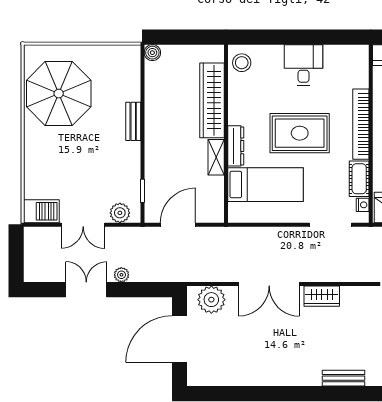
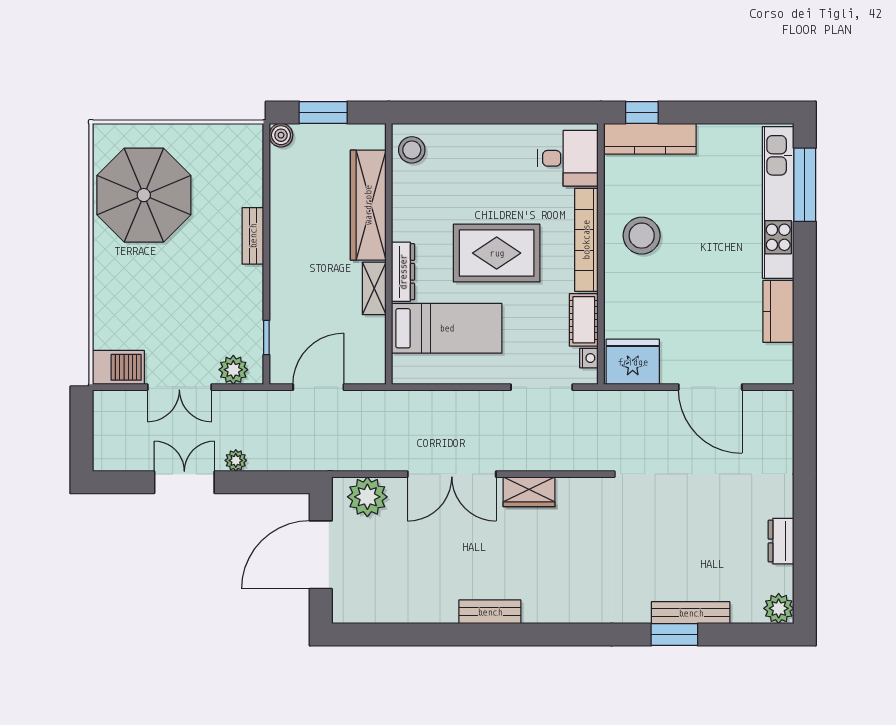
window: (181, 37) -> (323, 112), added
desk: (304, 65) -> (568, 158), moved, turned 90
bench: (344, 378) -> (490, 612), moved

